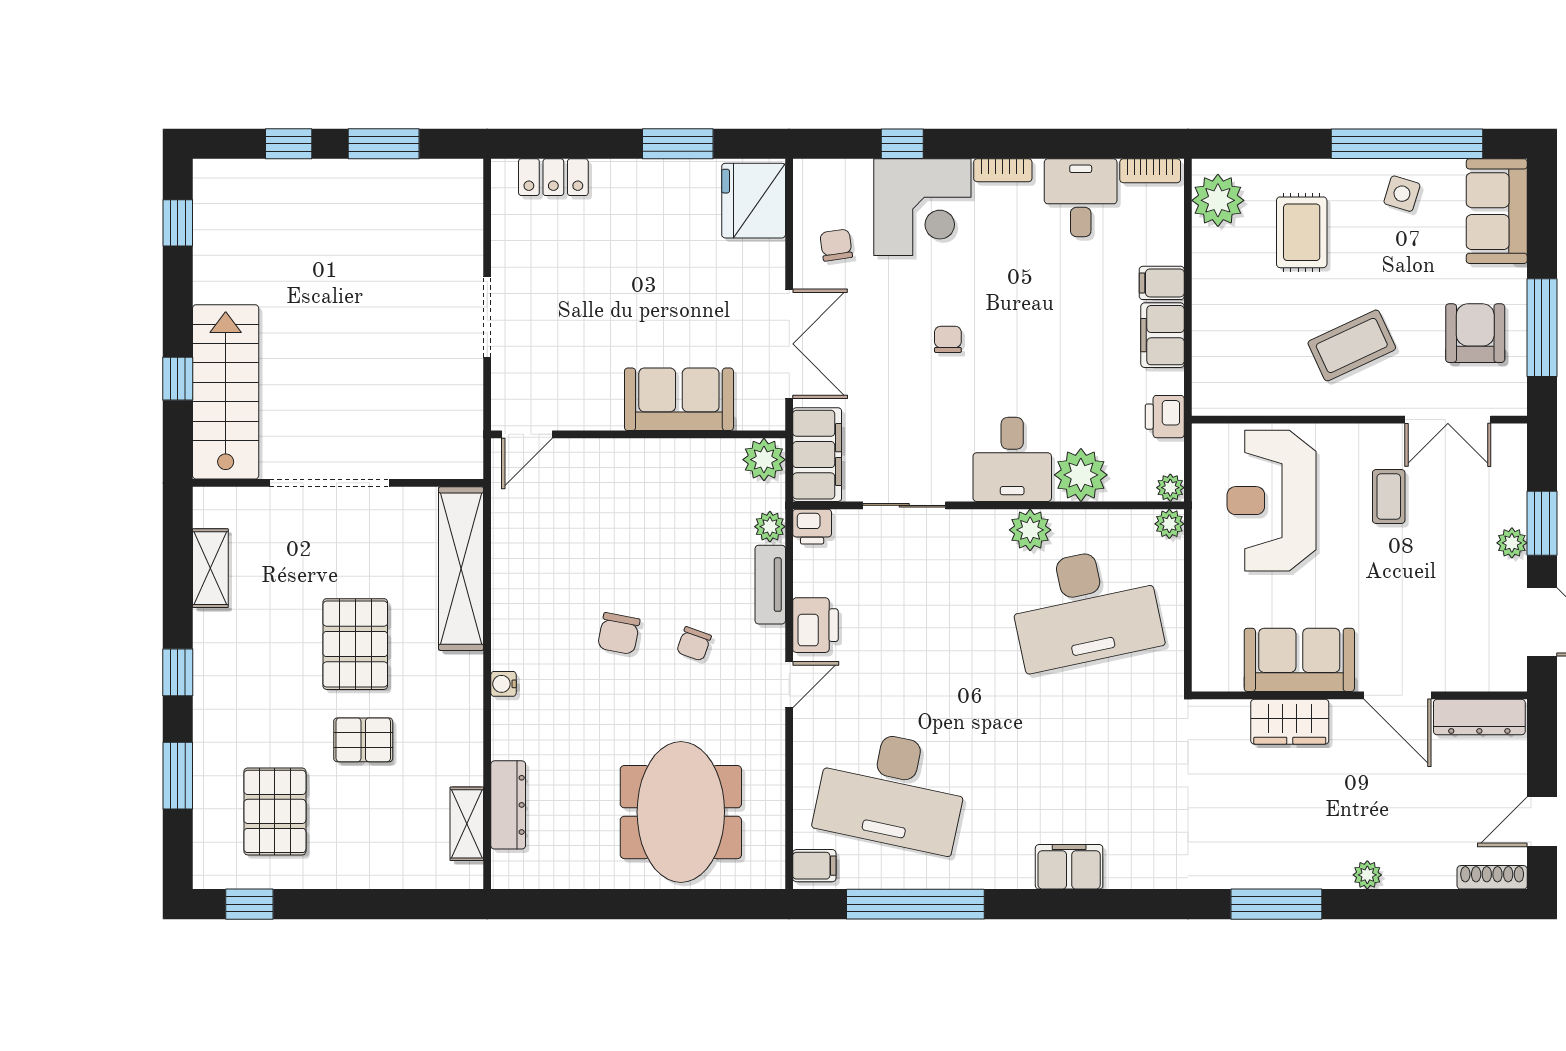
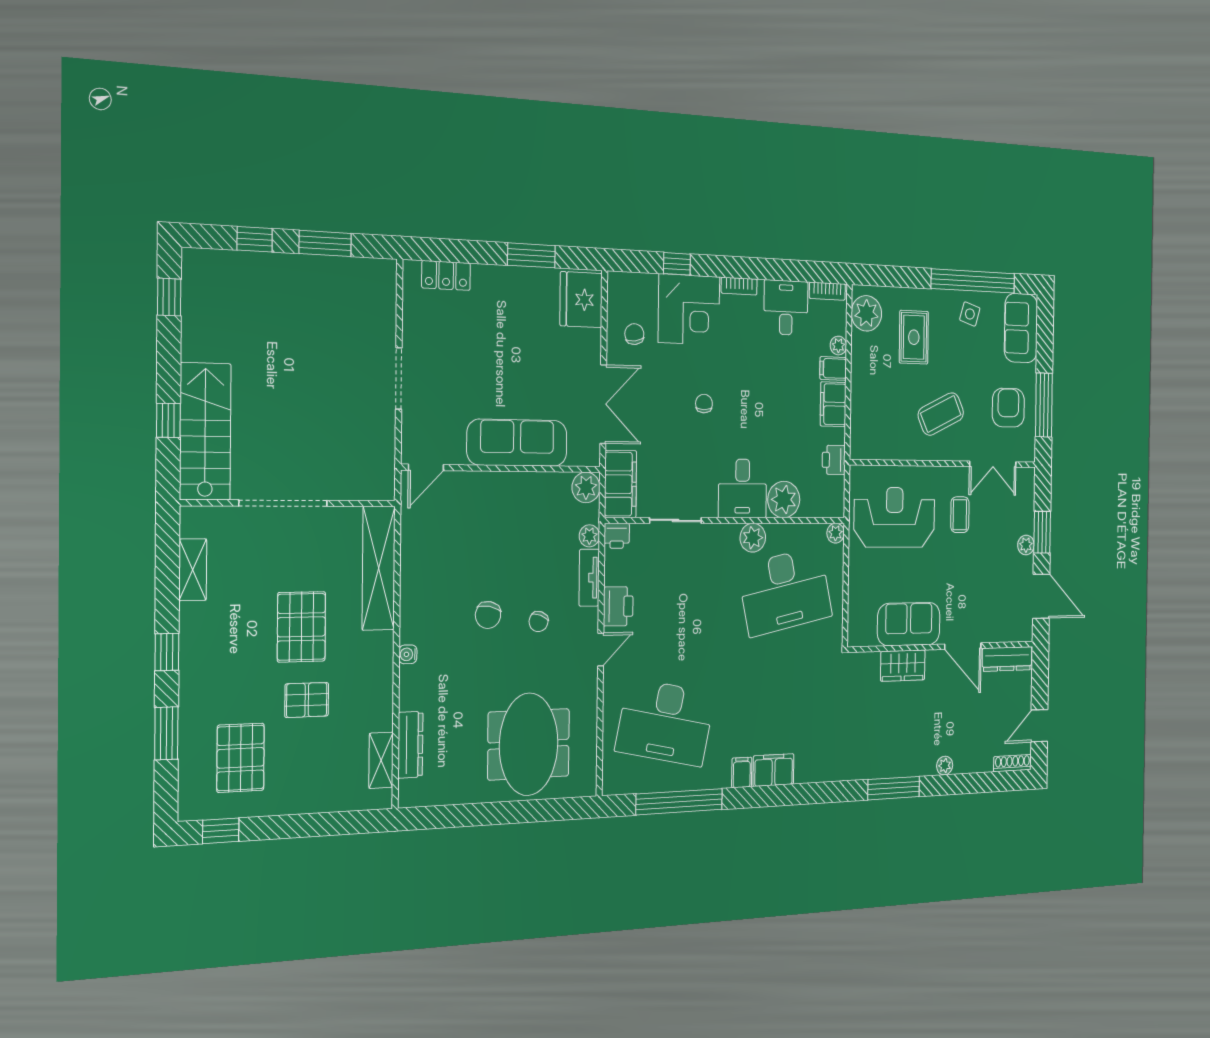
sofa: (679, 399) -> (517, 443), width x1.36
plant: (1170, 488) -> (838, 346), moved
reception desk: (1272, 501) -> (894, 517), turned 90
filing cabinet: (814, 866) -> (742, 772), moved, turned -90

